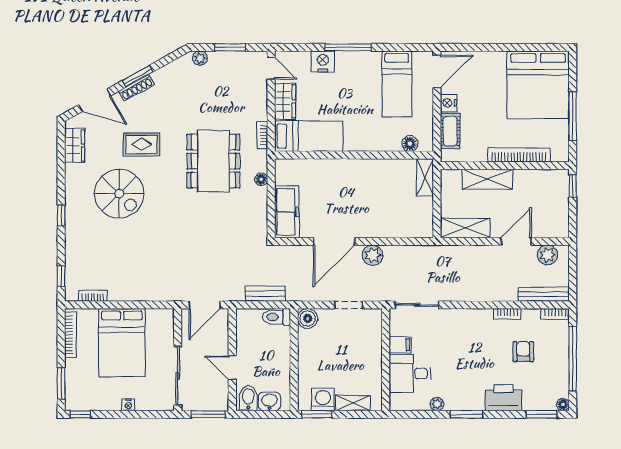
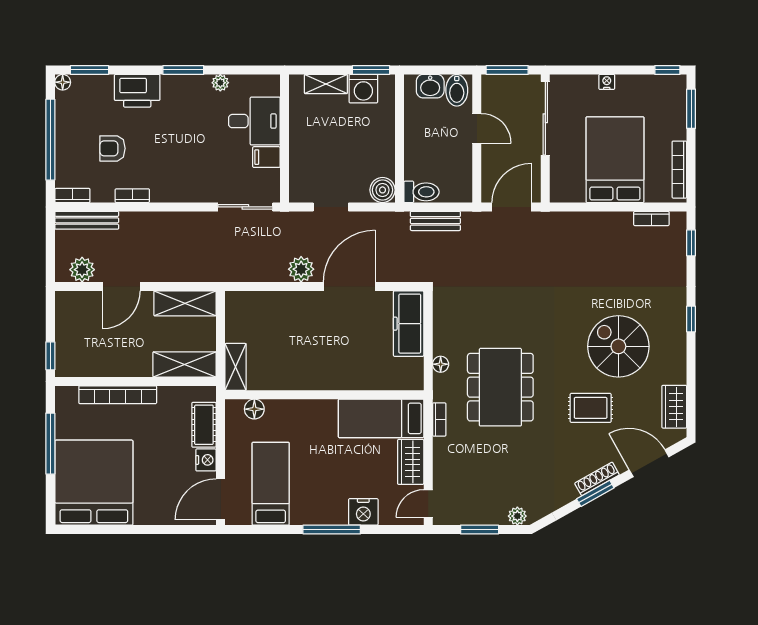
door: (271, 68) -> (428, 504), hinge flipped
shelving: (487, 179) -> (184, 364), moved
armchair: (523, 352) -> (112, 148), turned 90

